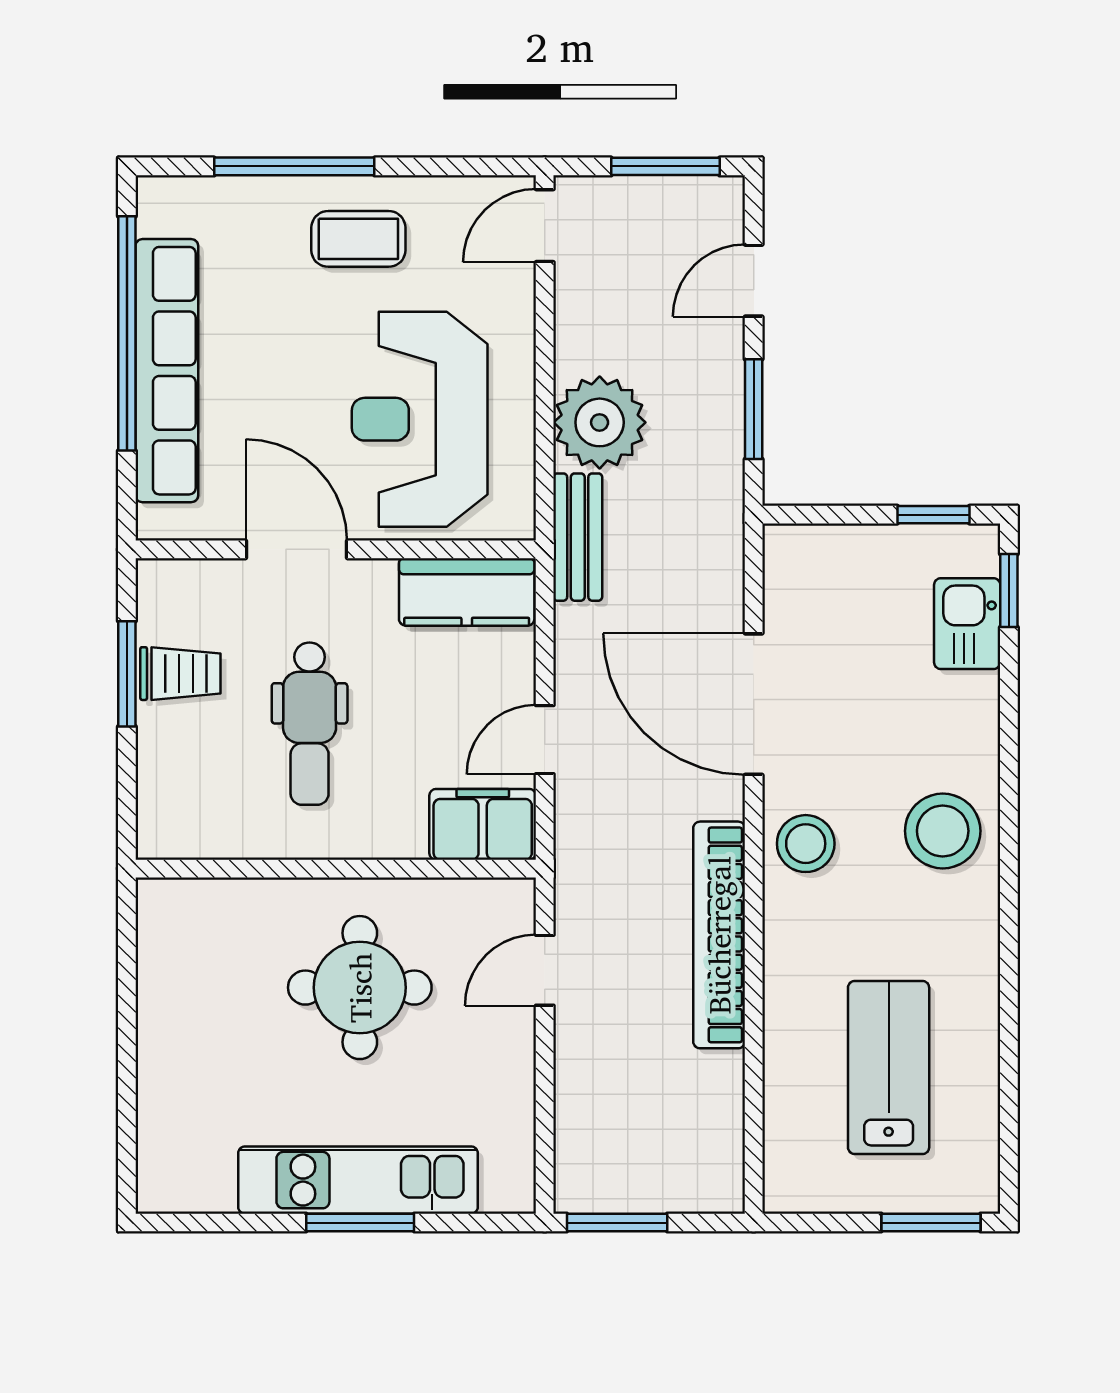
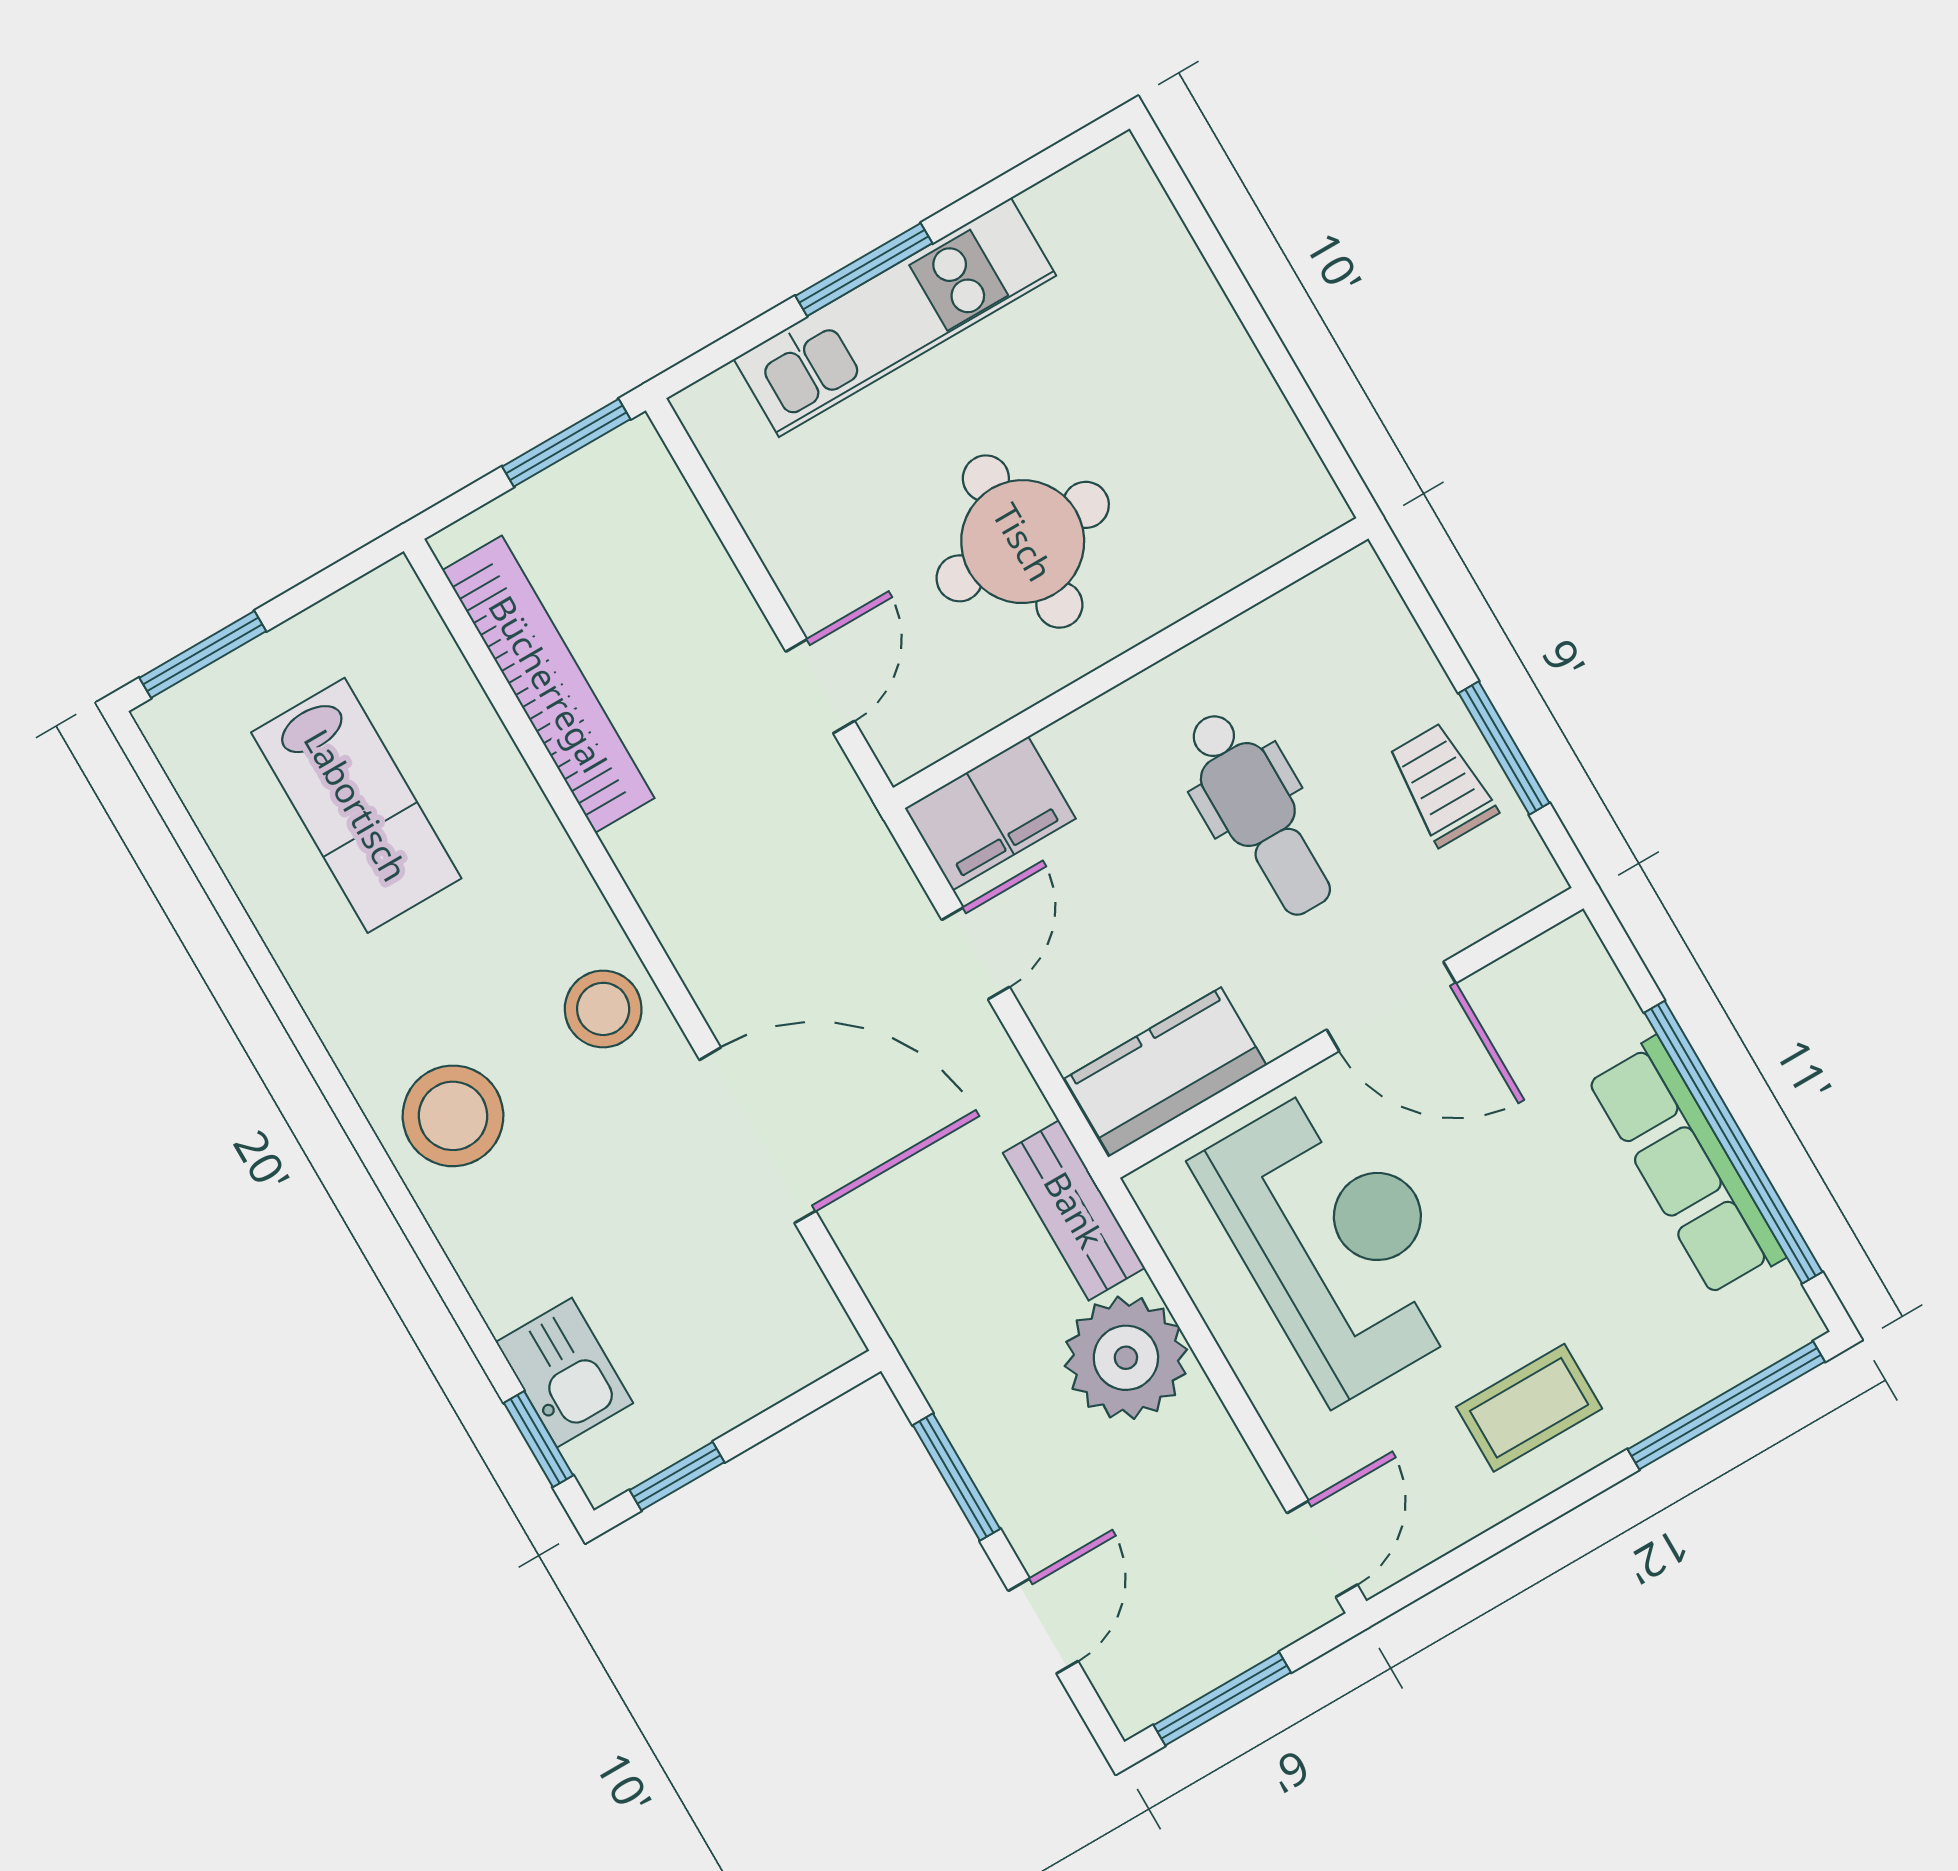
window: (294, 166) -> (1726, 1405), moved
row of seats: (167, 371) -> (1686, 1167), width x0.73
trolley: (180, 674) -> (1442, 784), turned 90
dental chair: (310, 724) -> (1259, 813), turned 180
bookcase: (719, 935) -> (548, 684), moved

